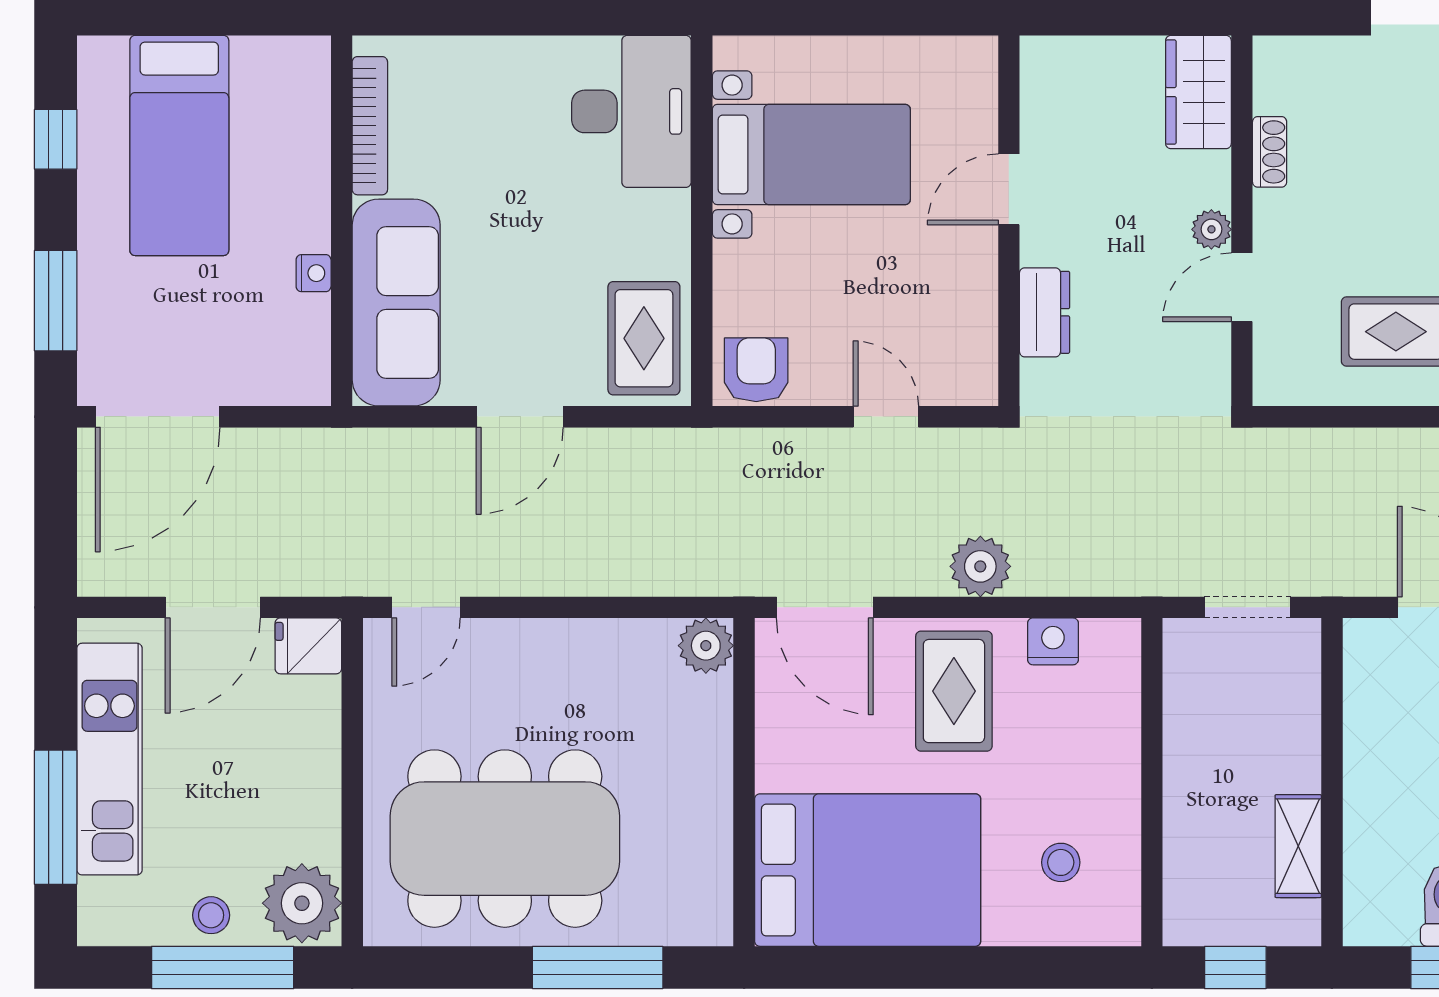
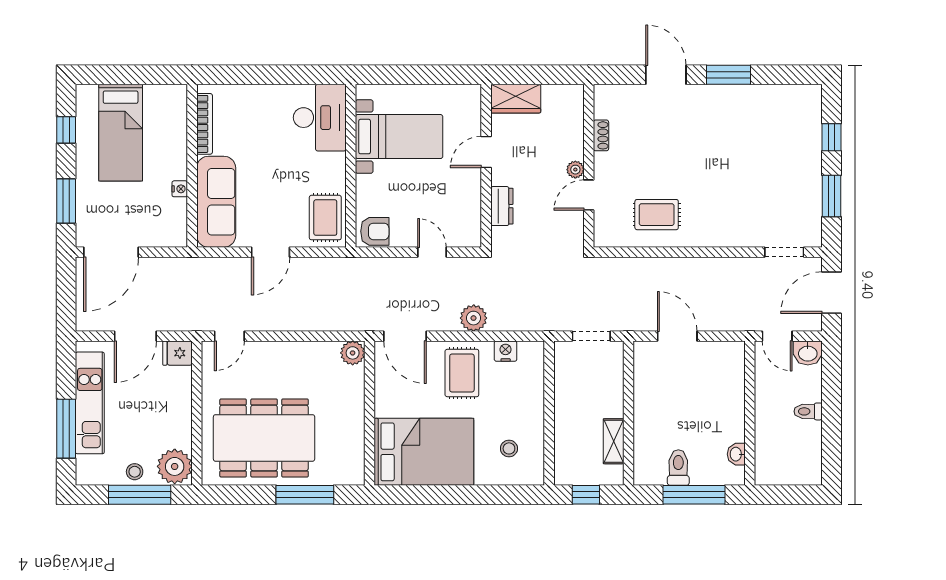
wardrobe: (1198, 92) -> (516, 99), moved, turned -90
armchair: (756, 370) -> (375, 231), turned 90

